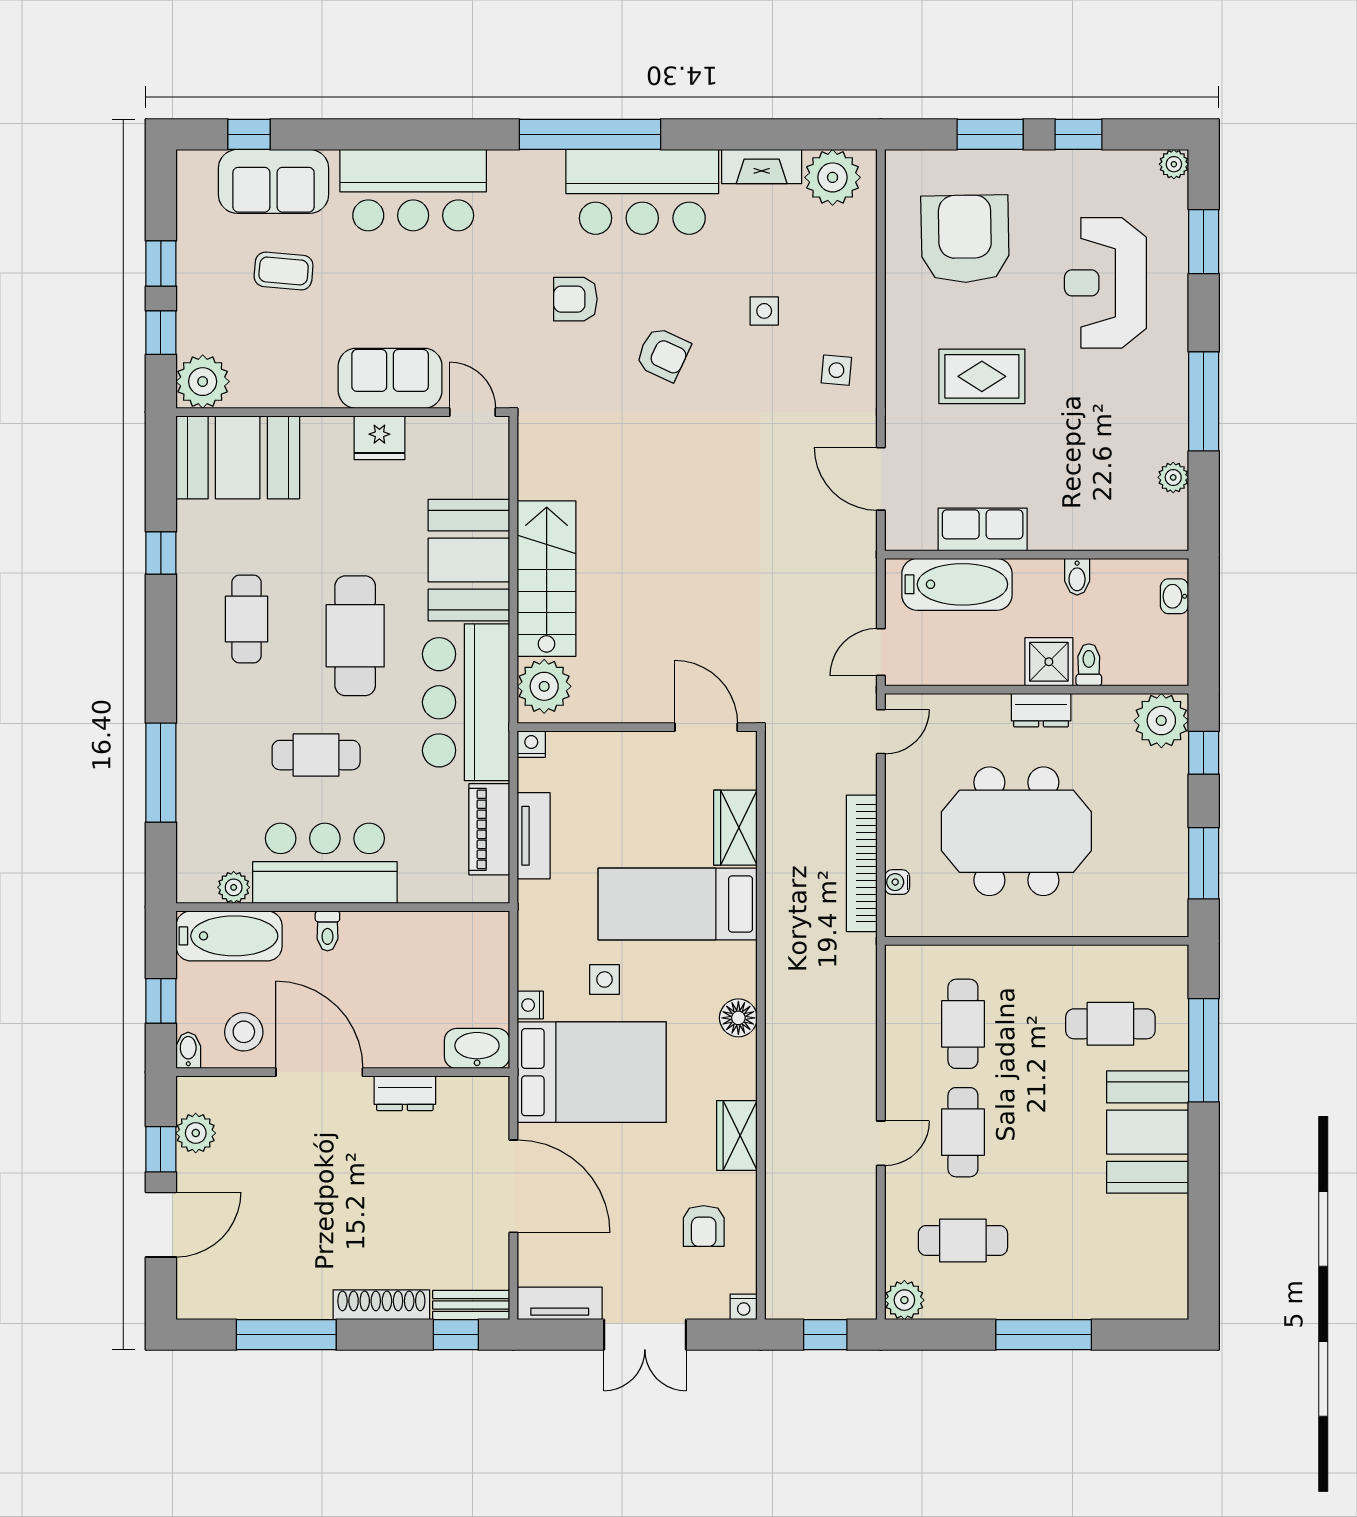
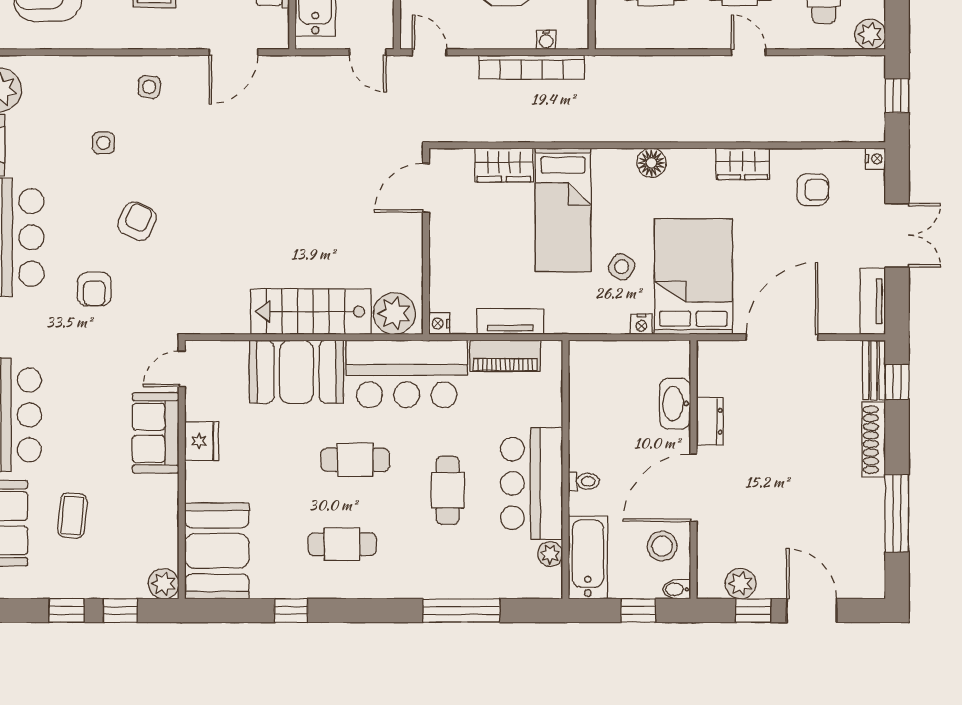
plant: (203, 382) -> (164, 584), width x0.73, depth x0.73
cafe table: (355, 636) -> (355, 460), width x0.73, depth x0.74
side table: (604, 979) -> (622, 267), turned 31
washbasin: (477, 1048) -> (675, 404), moved

